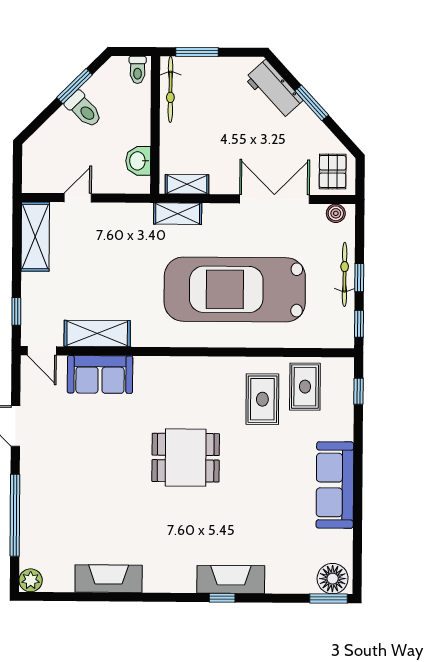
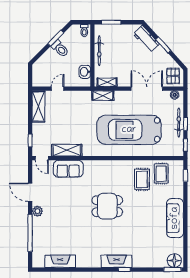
bicycle: (170, 89) -> (99, 51), moved
fireplace: (109, 579) -> (60, 261), moved
fireplace: (231, 579) -> (117, 261), moved
plant: (31, 580) -> (37, 211), moved

